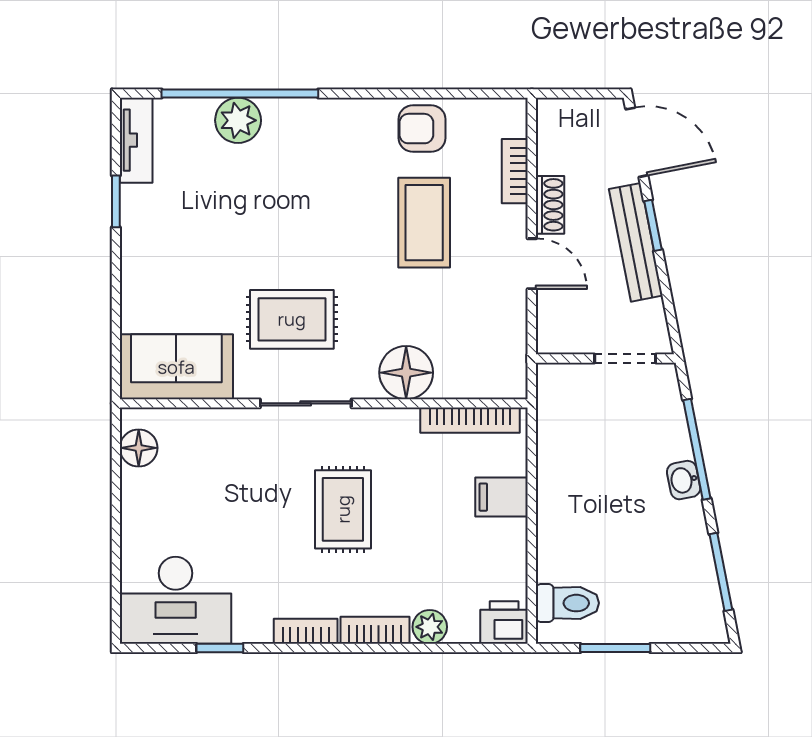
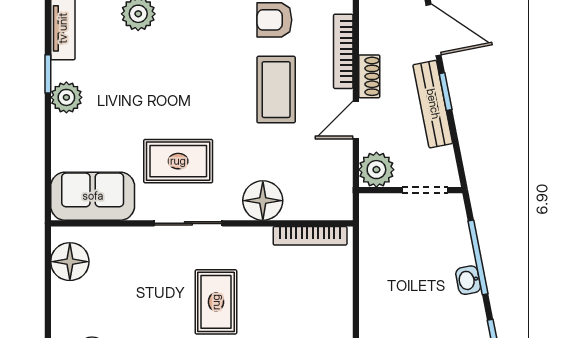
bookcase: (515, 171) -> (343, 51), width x1.56
plant: (141, 233) -> (66, 97), added
door: (532, 264) -> (356, 120), swing flipped
plant: (560, 331) -> (376, 170), added
floor lamp: (139, 448) -> (70, 262), width x1.38, depth x1.38
filing cabinet: (502, 497) -> (333, 293), removed

